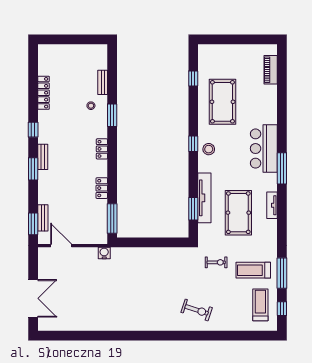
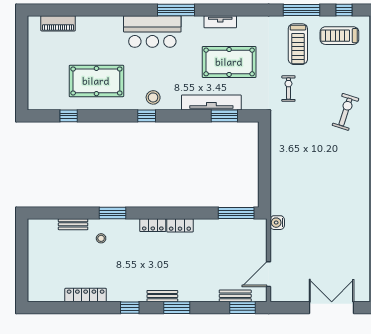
locker: (102, 188) -> (180, 225), moved

